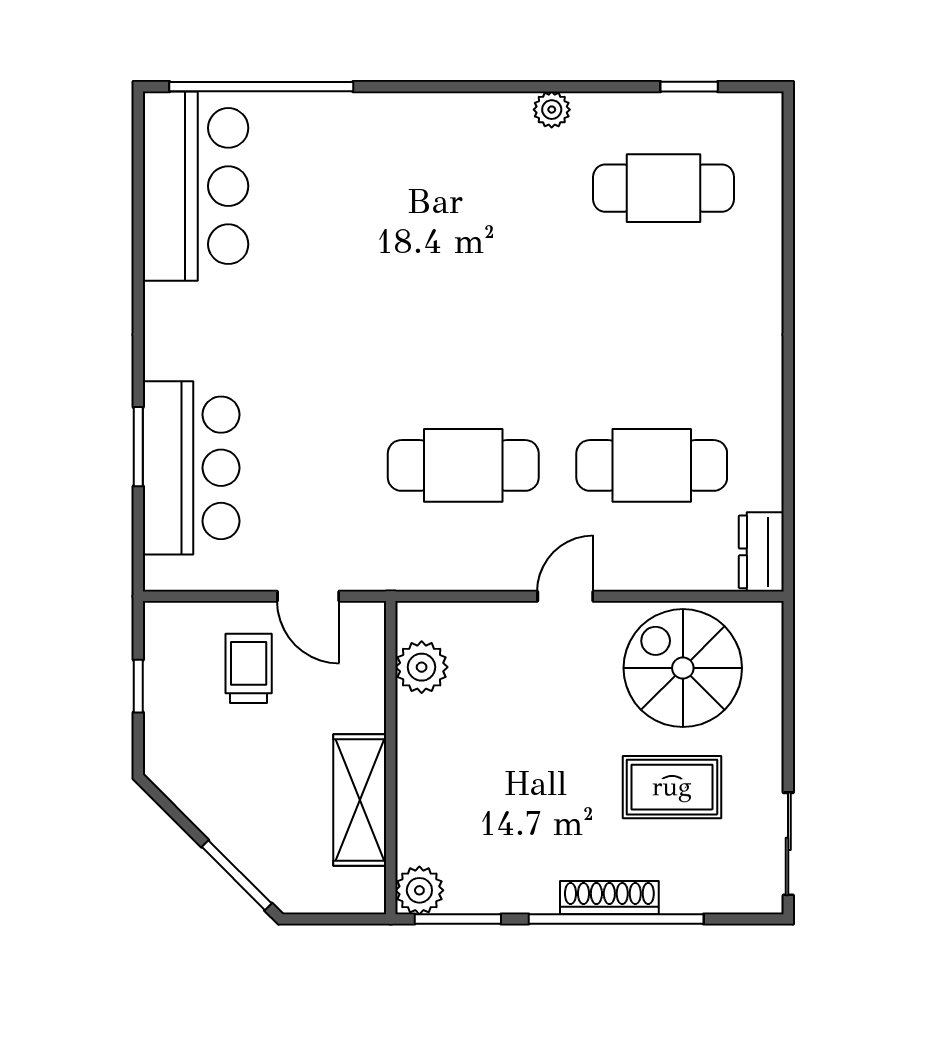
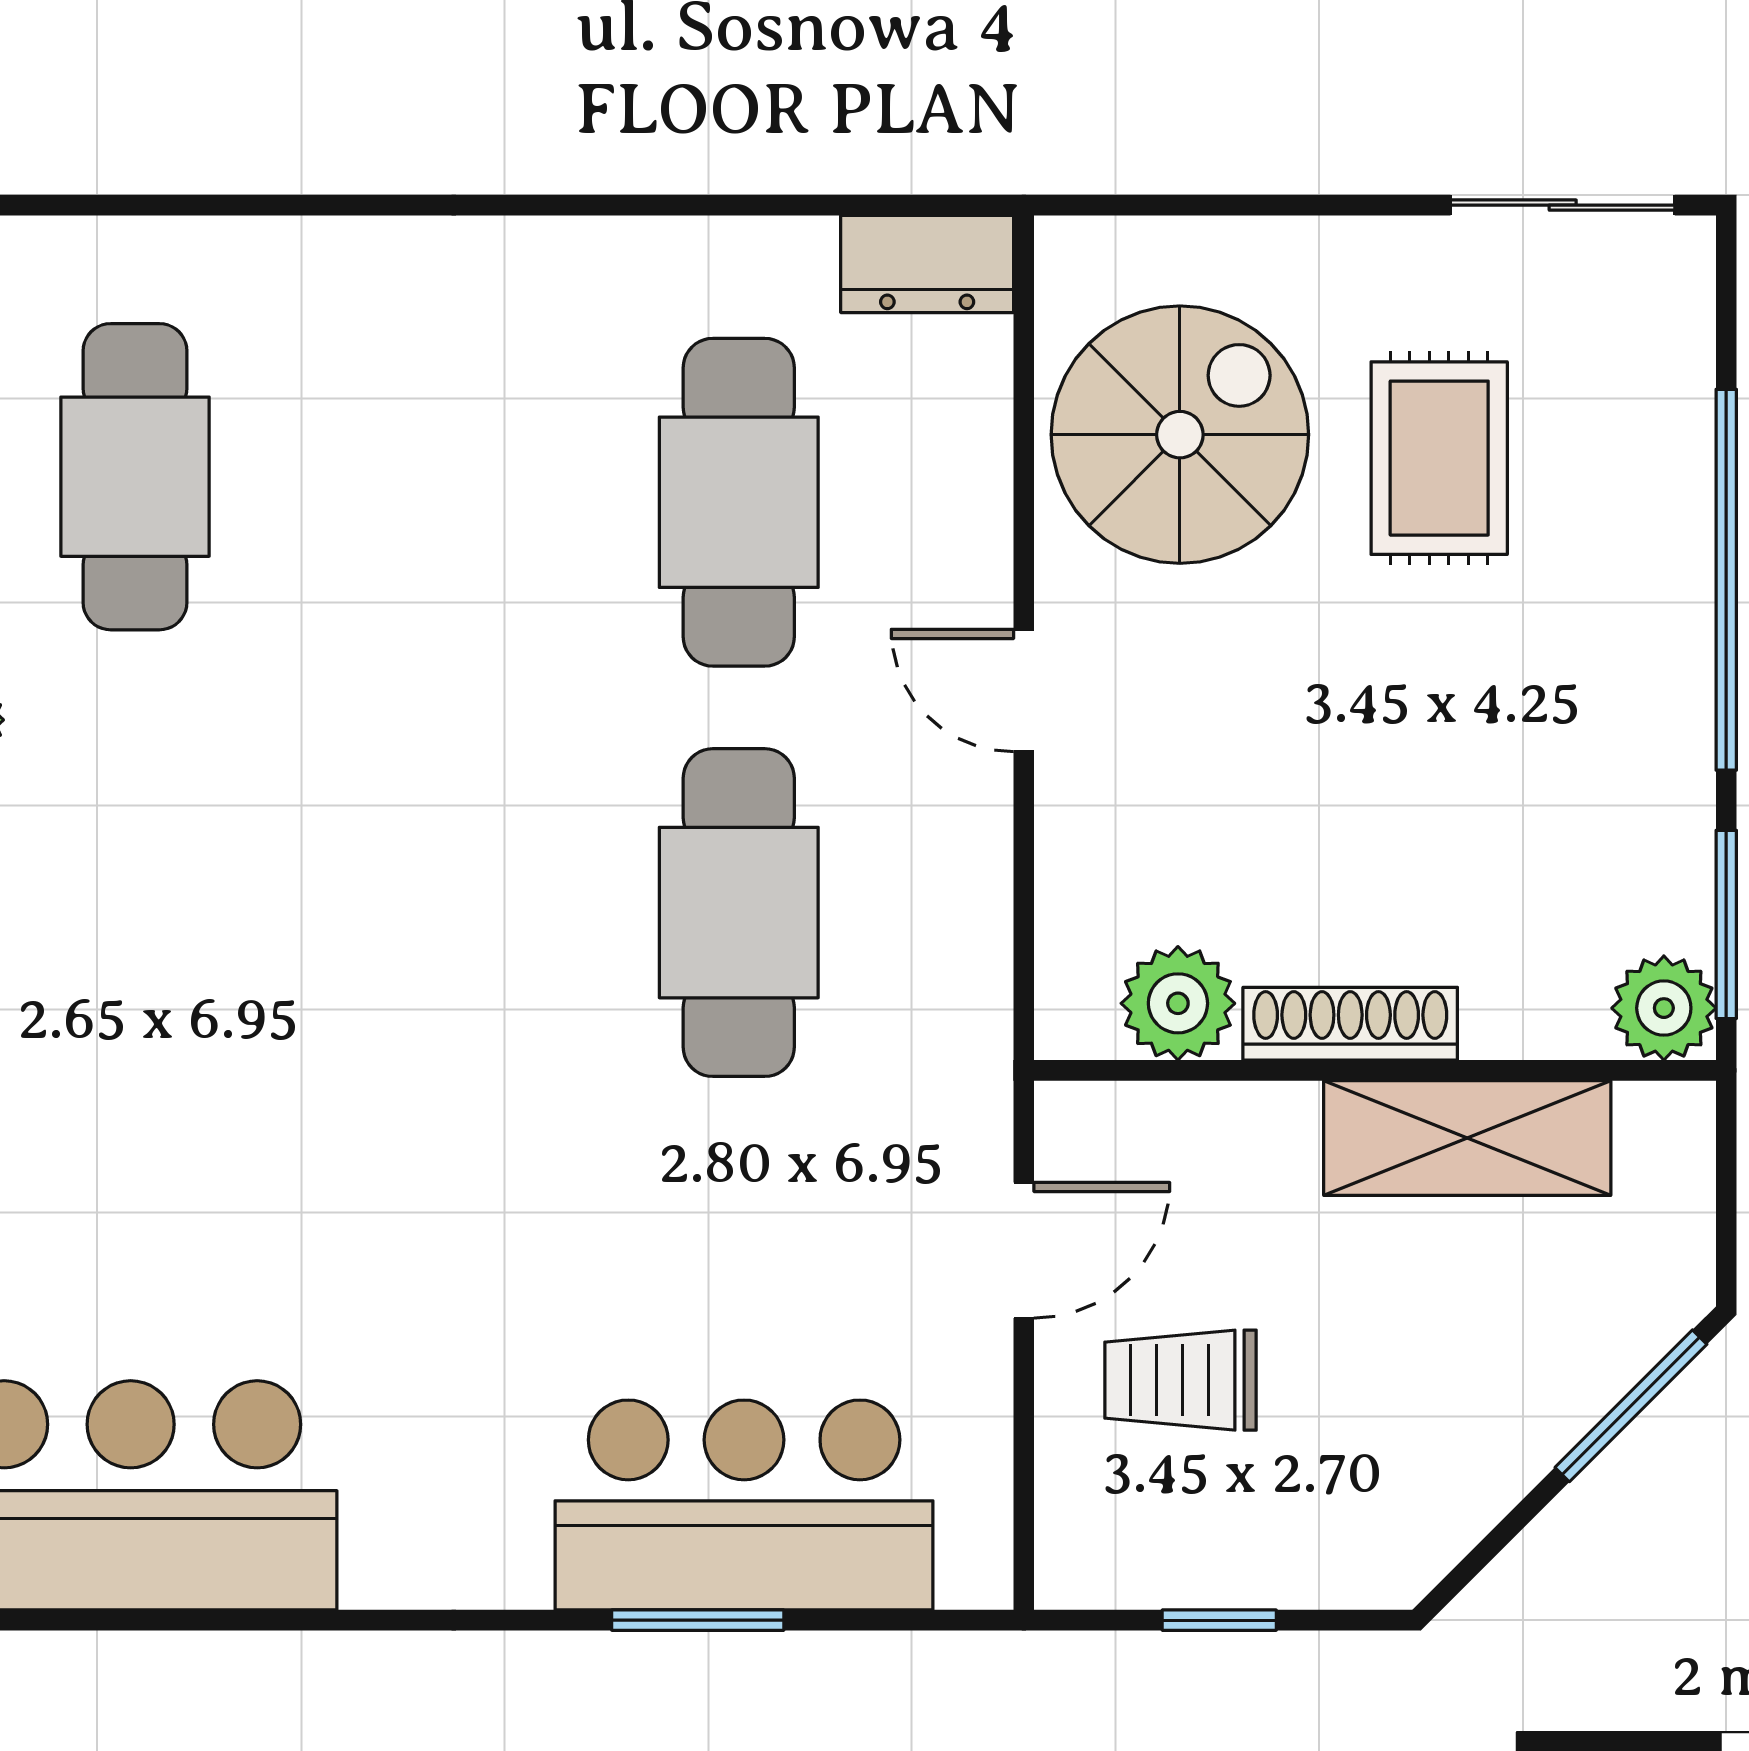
spiral stairs: (683, 668) -> (1180, 435), turned 180
shoe rack: (609, 898) -> (1350, 1024), moved, turned 90

